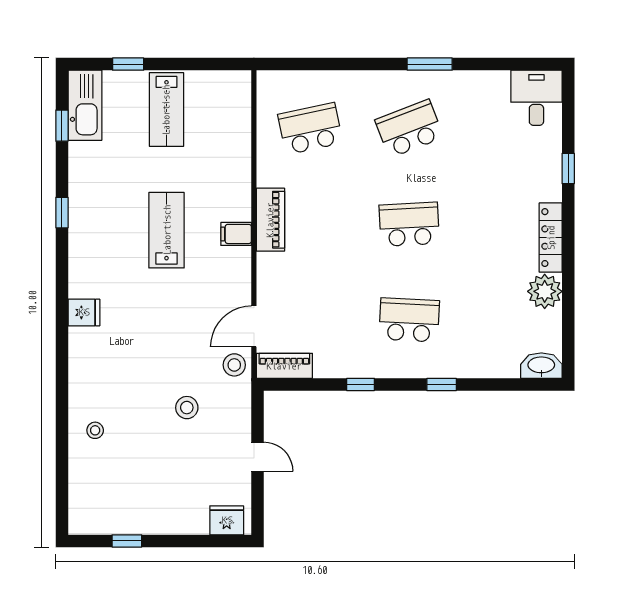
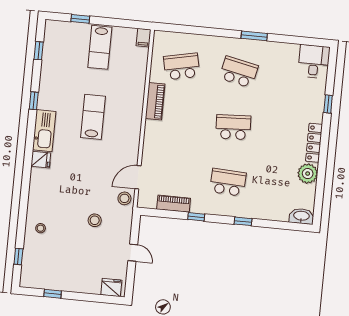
kitchen sink: (85, 105) -> (44, 131), moved
school desk: (409, 129) -> (239, 72), turned 33
piano: (270, 220) -> (155, 101), moved
filing cabinet: (236, 234) -> (144, 38), moved, turned -90
piano: (284, 366) -> (174, 204), moved
window: (62, 483) -> (18, 257), added

